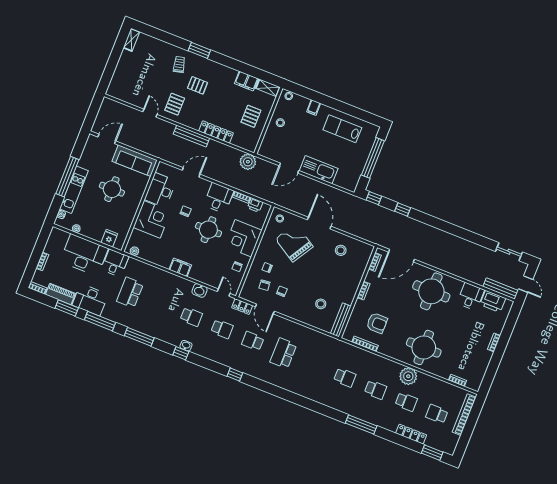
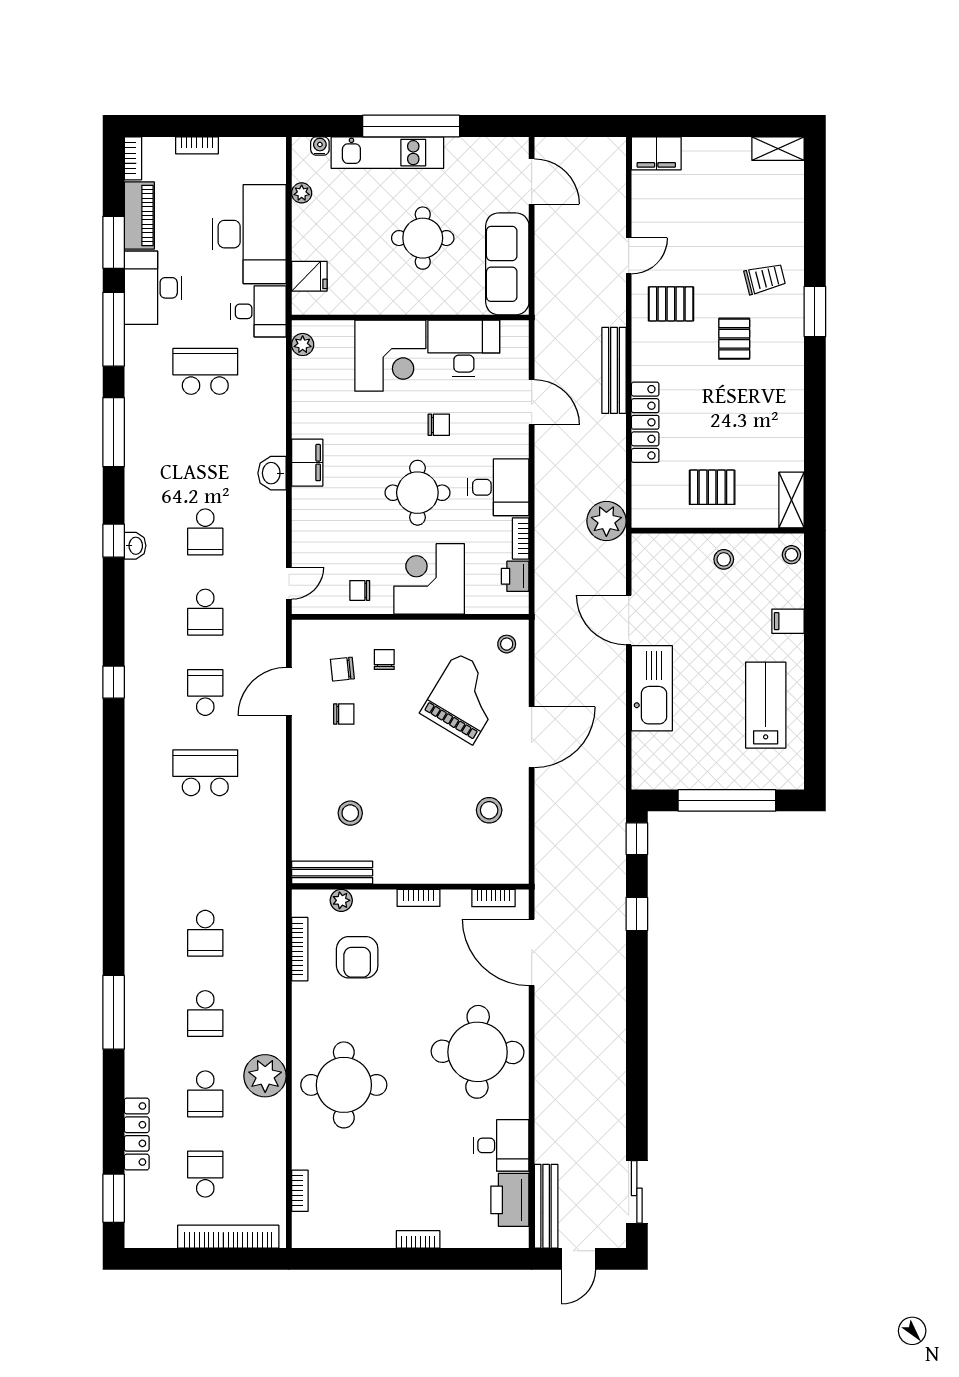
filing cabinet: (246, 81) -> (656, 153), moved, turned -90
washbasin: (200, 290) -> (272, 473), moved
locker: (242, 306) -> (274, 638), removed
plant: (353, 321) -> (341, 900), added

